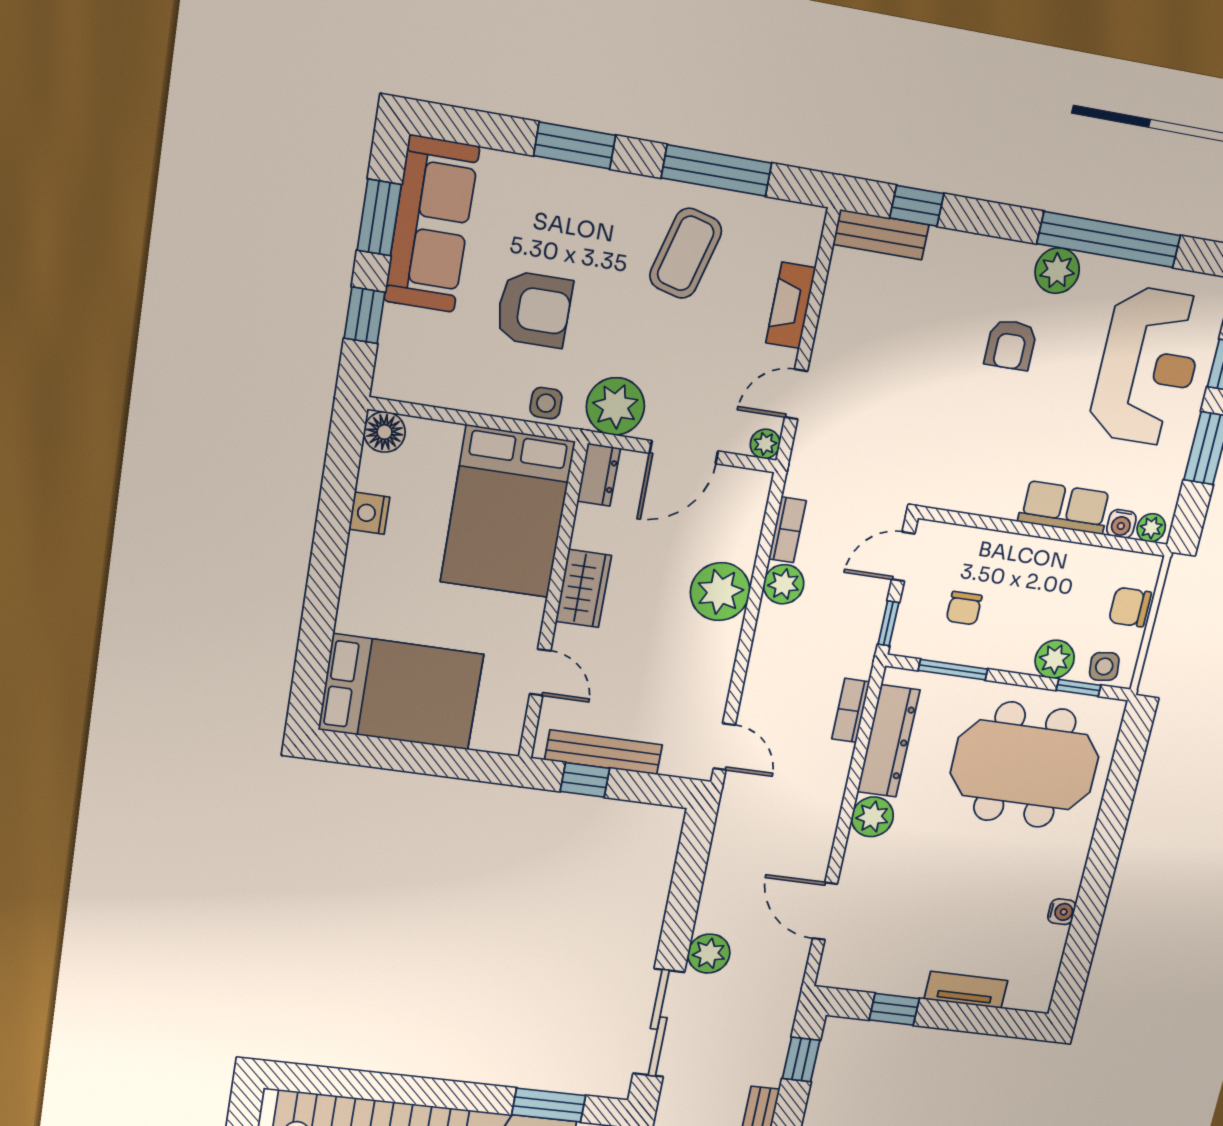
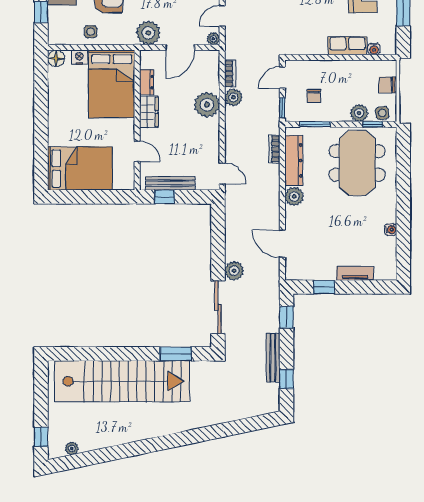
side table: (546, 403) -> (91, 32), moved
dresser: (599, 475) -> (147, 82), moved
nightstand: (369, 513) -> (79, 57), moved, turned 90
plant: (1151, 528) -> (388, 49), removed
meeting table: (1025, 765) -> (357, 163), turned 90

